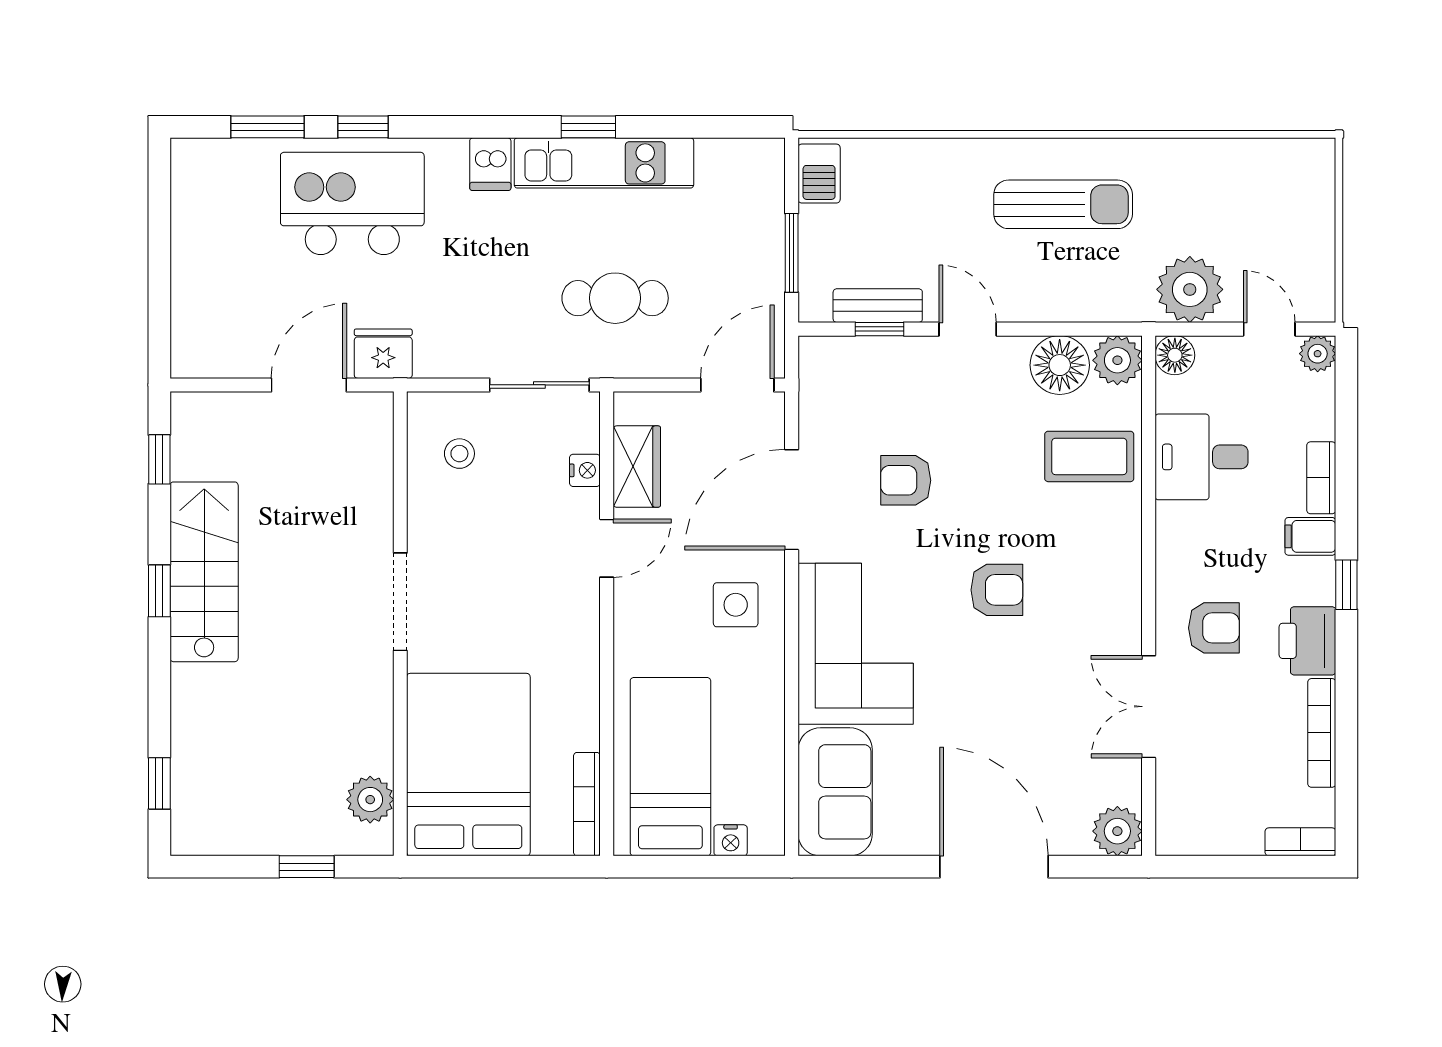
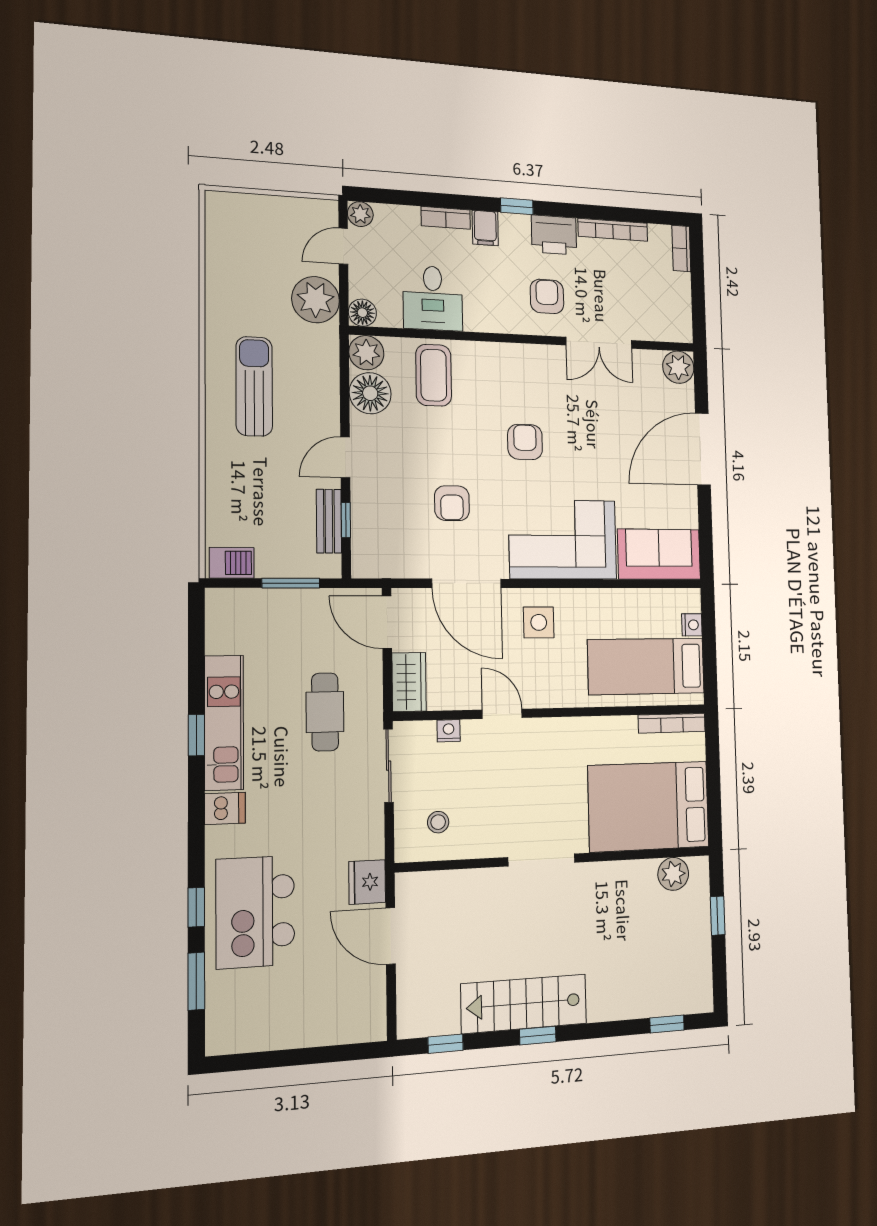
wardrobe: (637, 467) -> (409, 682), moved, turned 90

